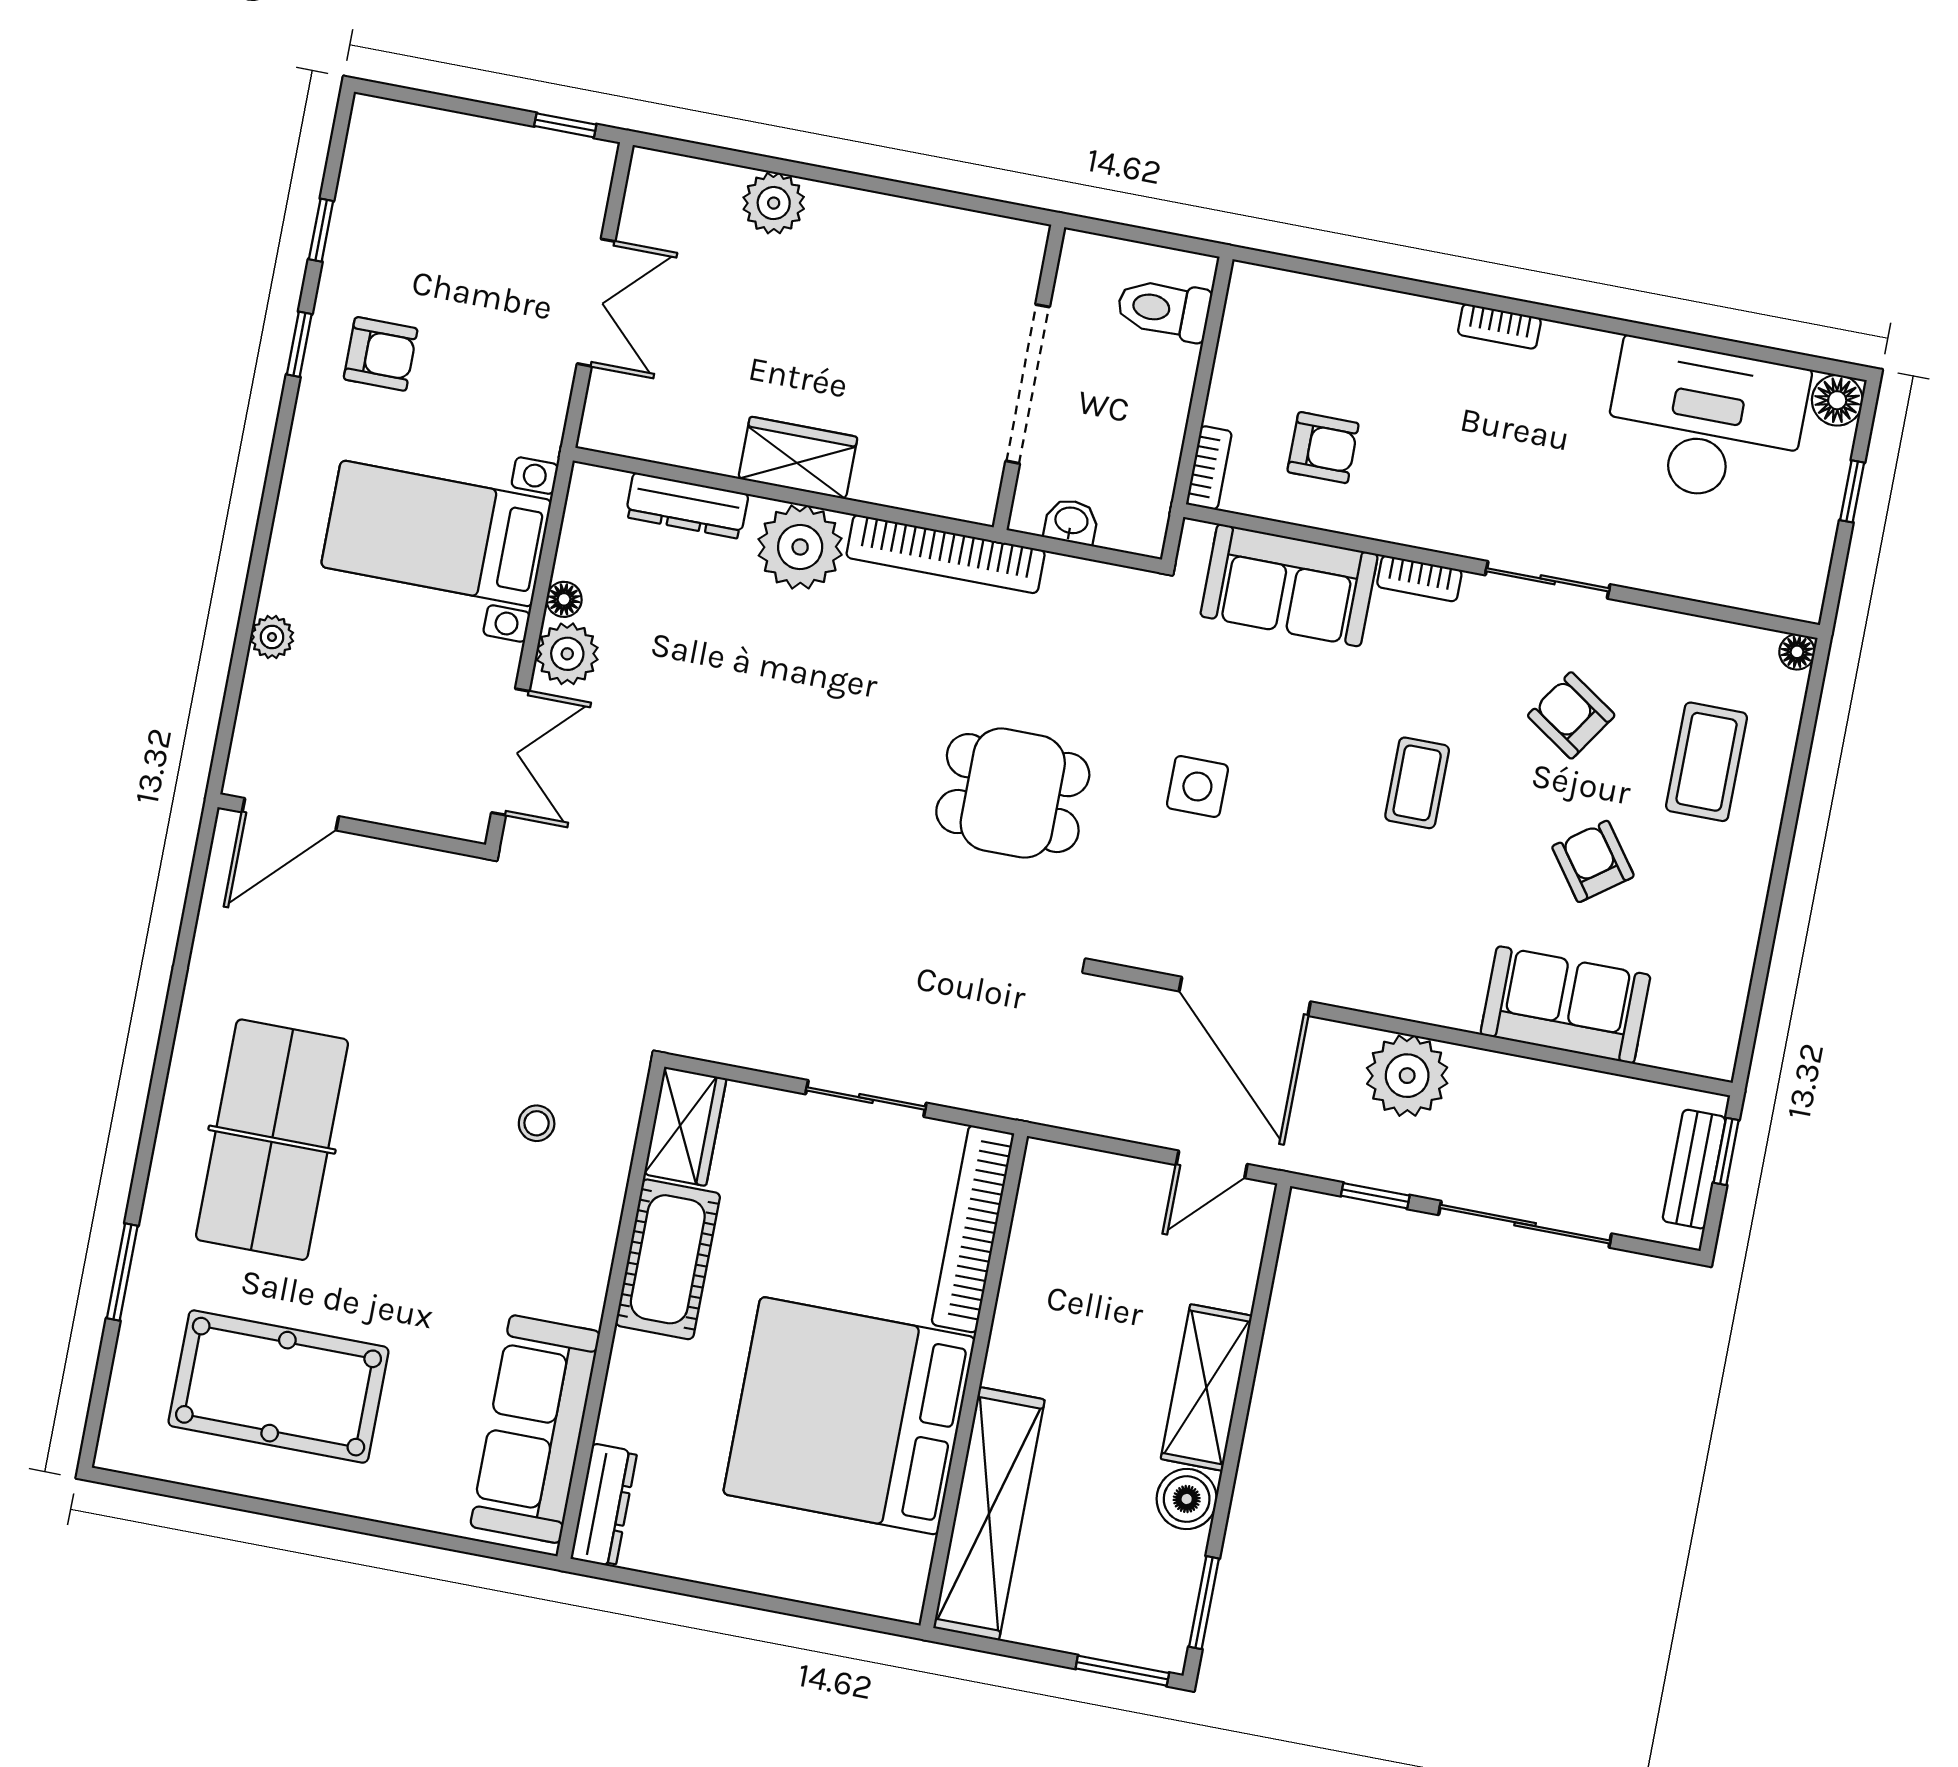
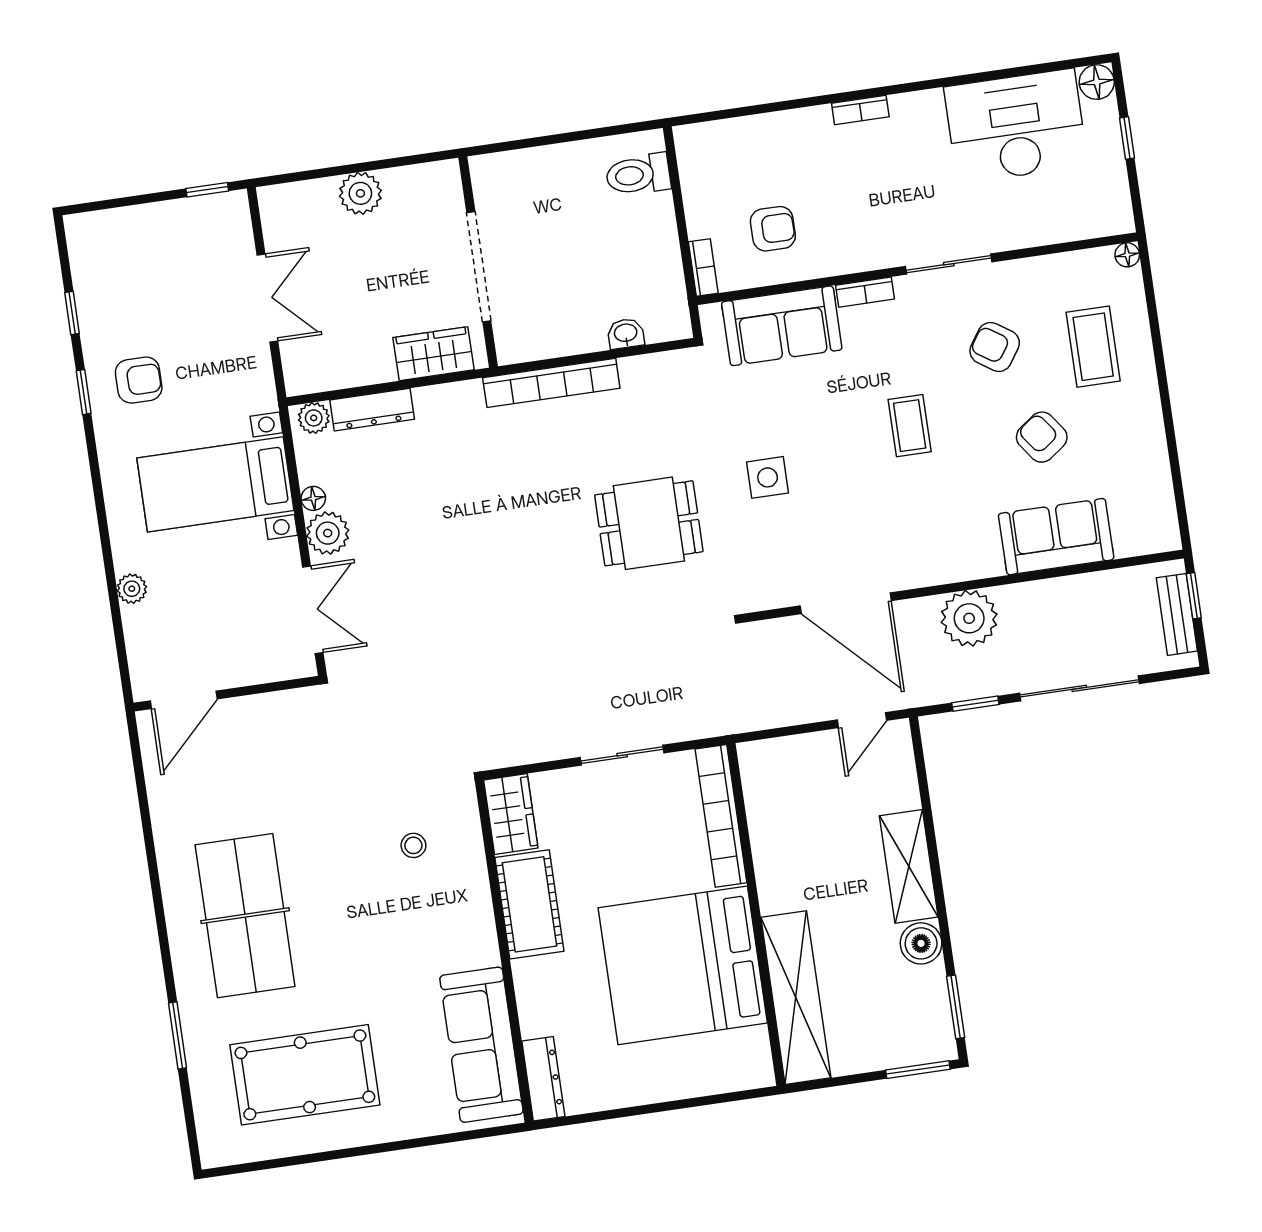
wall: (1029, 377) -> (478, 262), moved
doorway: (1028, 384) -> (479, 267), moved
plant: (800, 547) -> (314, 418), moved, width x0.53, depth x0.53

